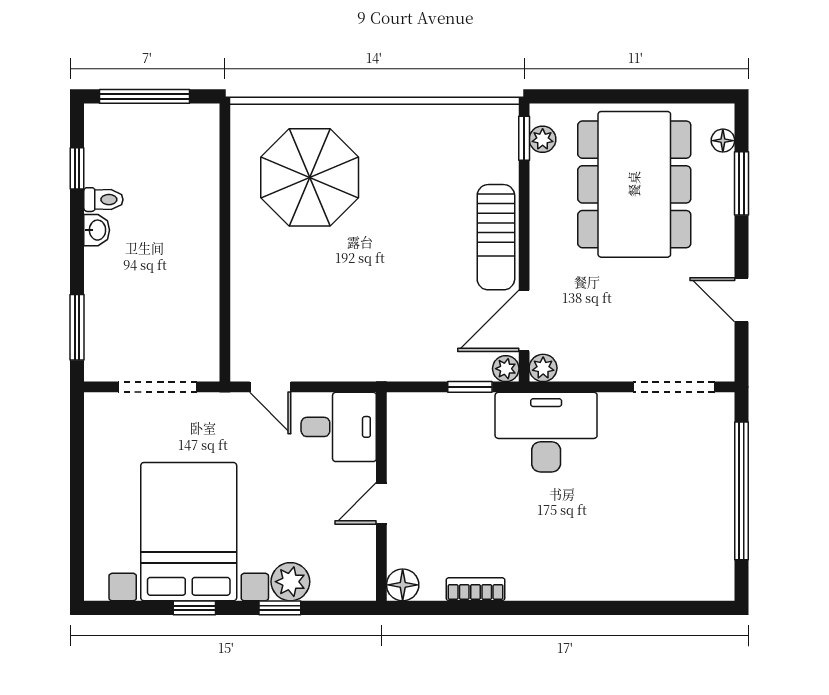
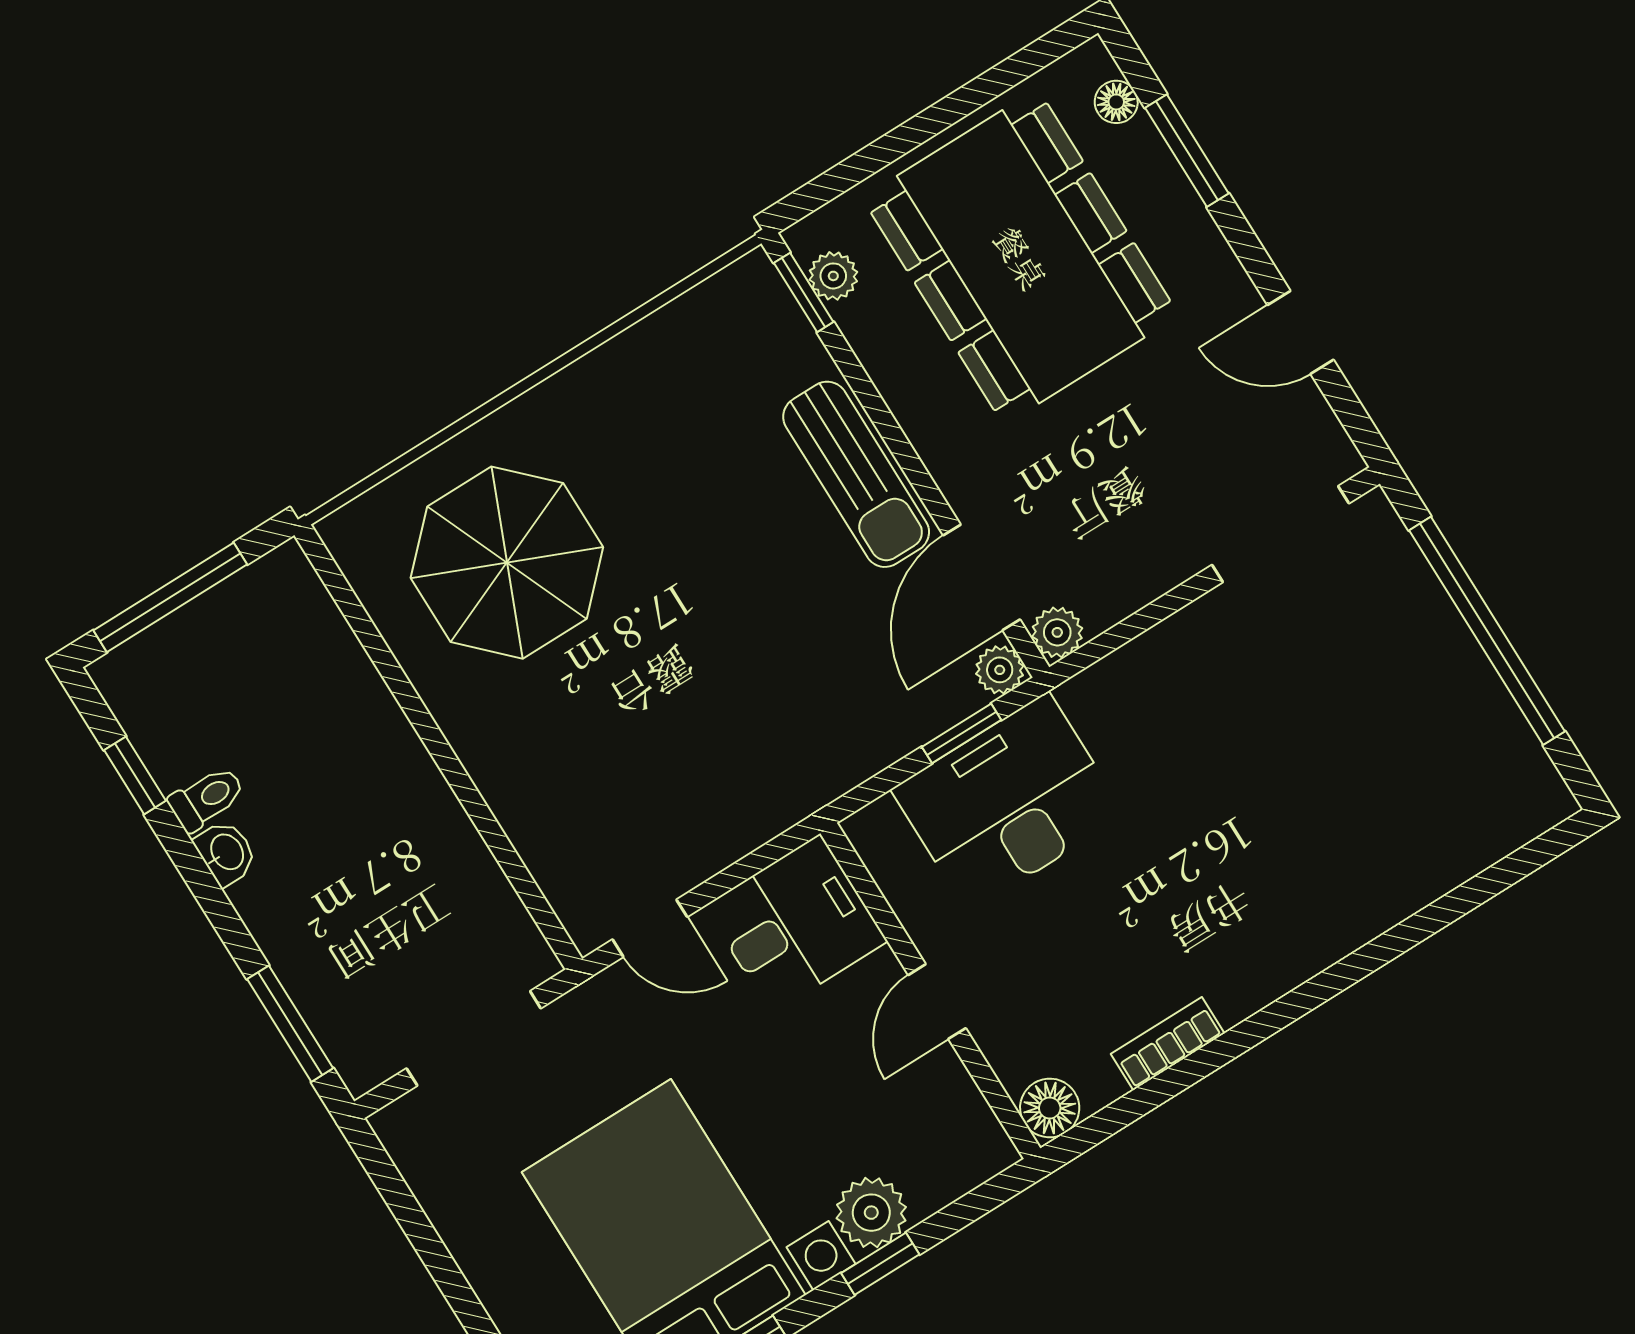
desk: (546, 432) -> (1008, 802), moved

